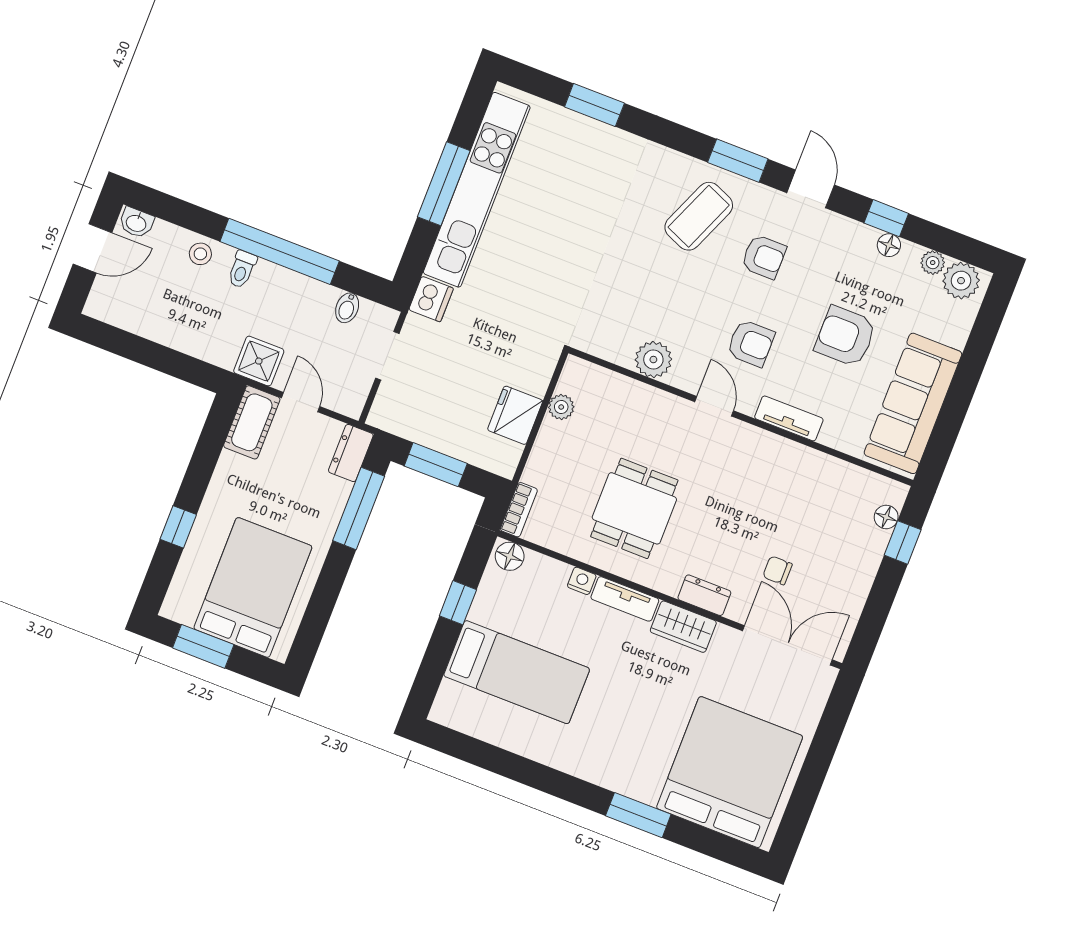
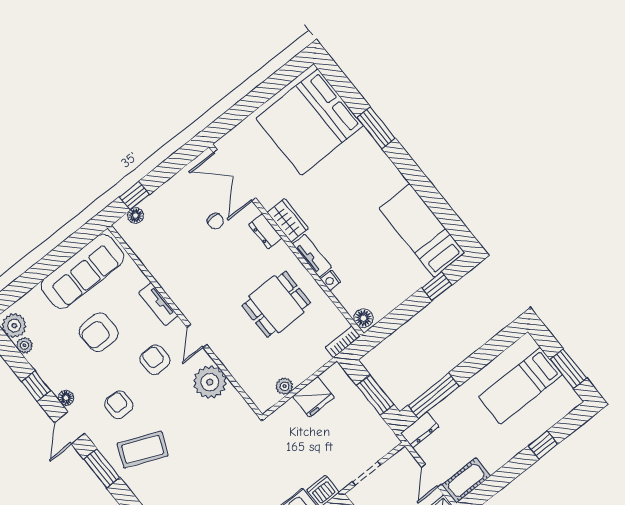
floor lamp: (889, 245) -> (66, 398), moved
armchair: (845, 336) -> (99, 332), turned 90
plant: (653, 360) -> (210, 382), width x1.36, depth x1.36
bed: (253, 587) -> (520, 386), width x0.67
window: (458, 603) -> (437, 286), moved
bed: (517, 672) -> (422, 231), moved

